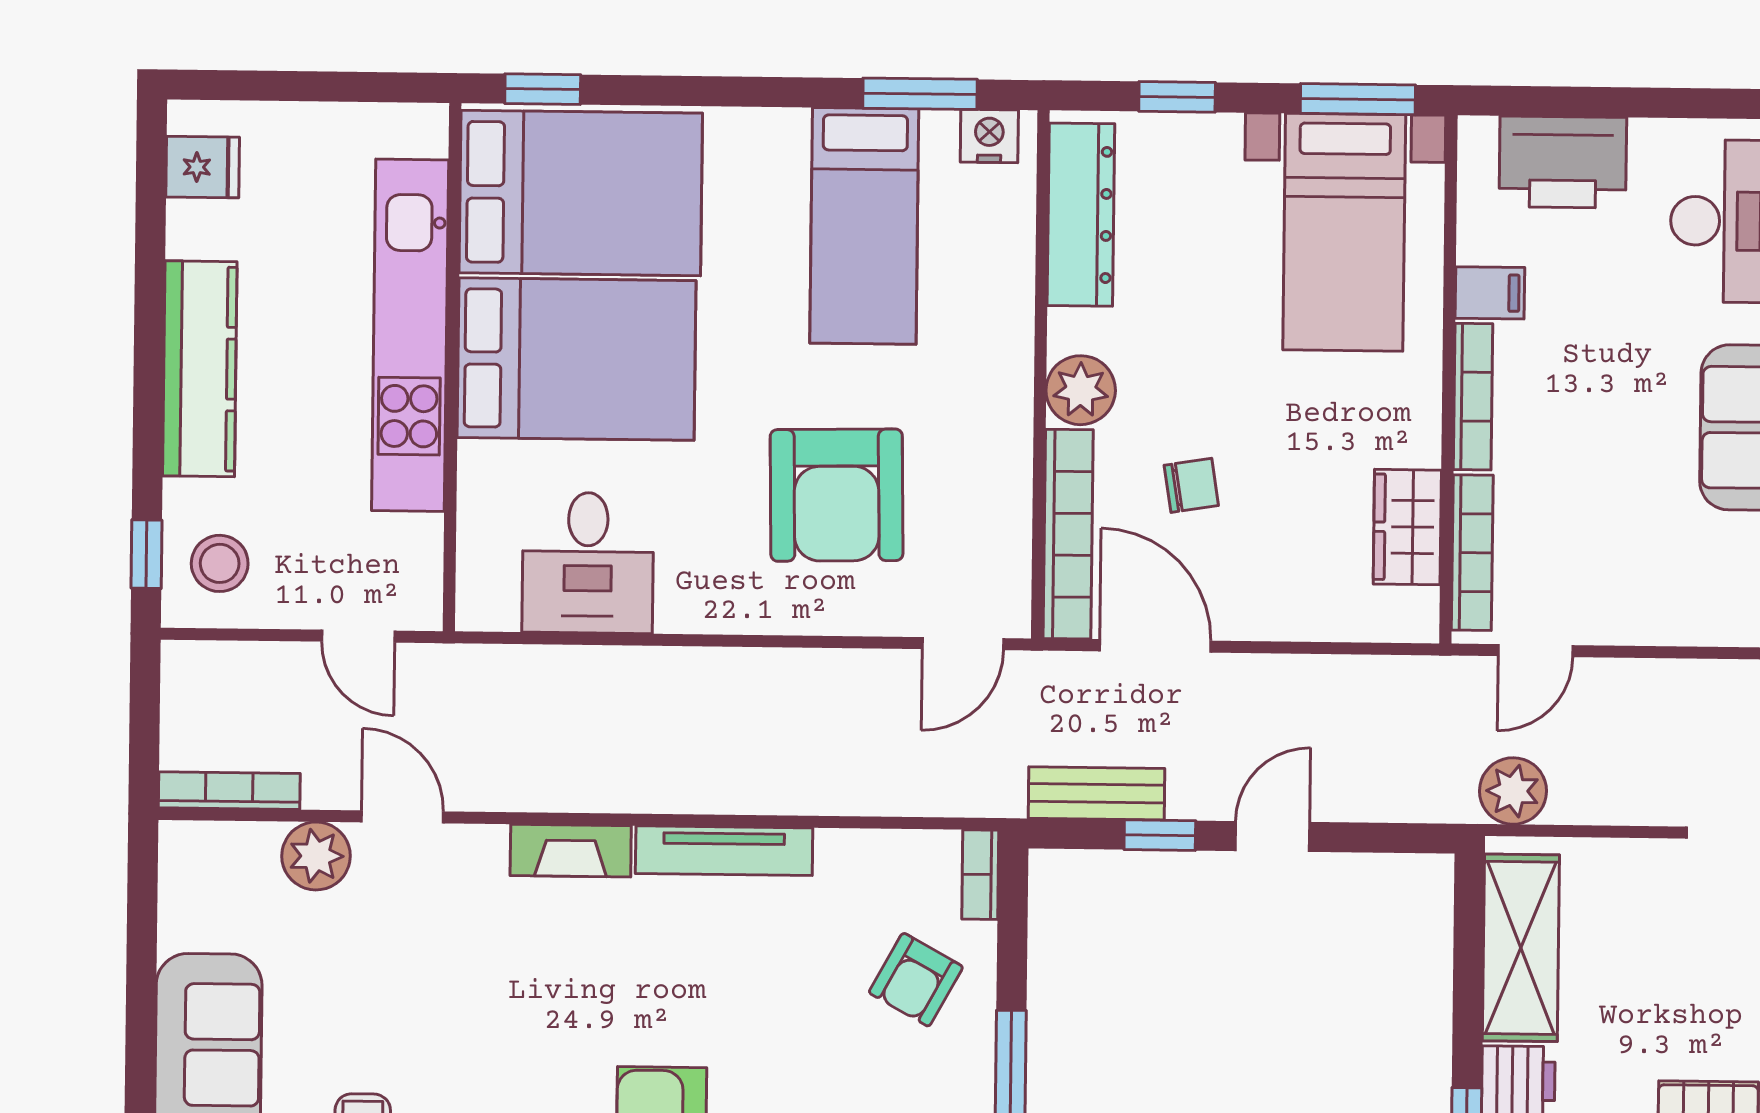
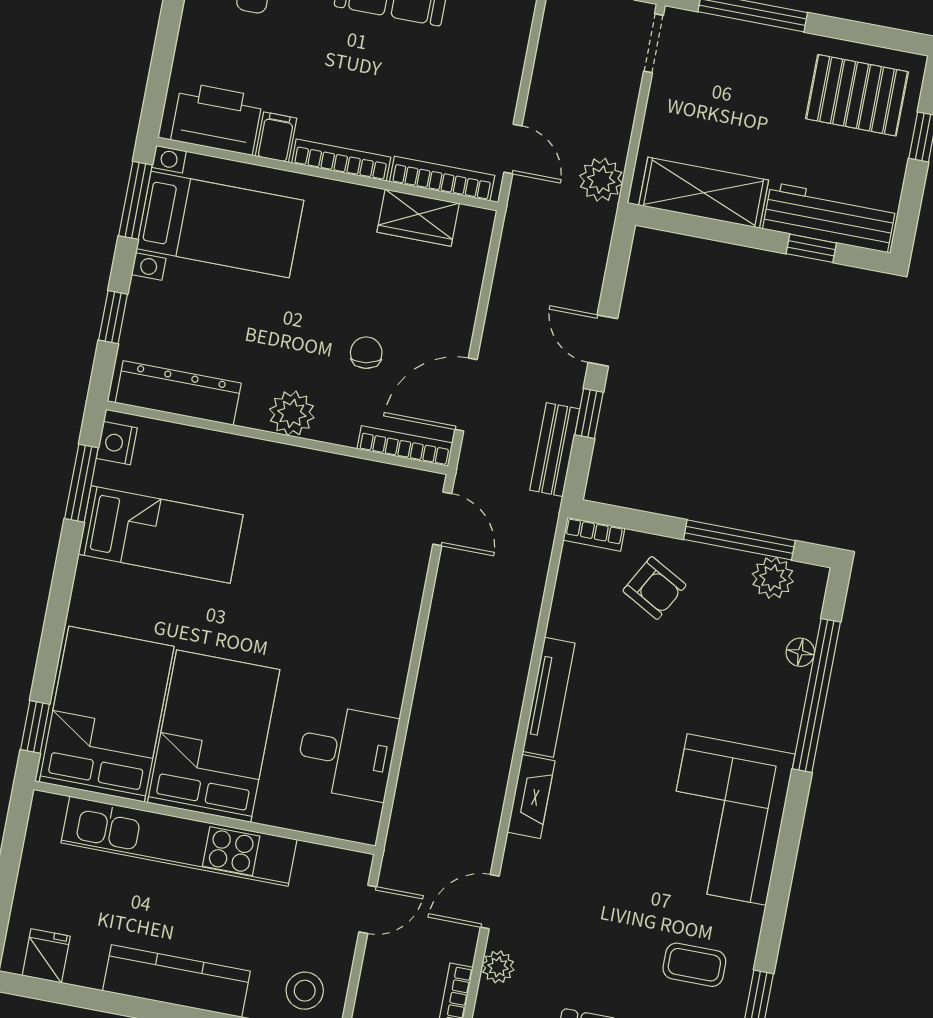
printer: (1563, 162) -> (217, 119), moved, turned -90
armchair: (837, 495) -> (332, 583), removed
bookcase: (1068, 534) -> (405, 446), width x0.68, depth x0.76
plant: (316, 856) -> (498, 967), width x0.73, depth x0.73

